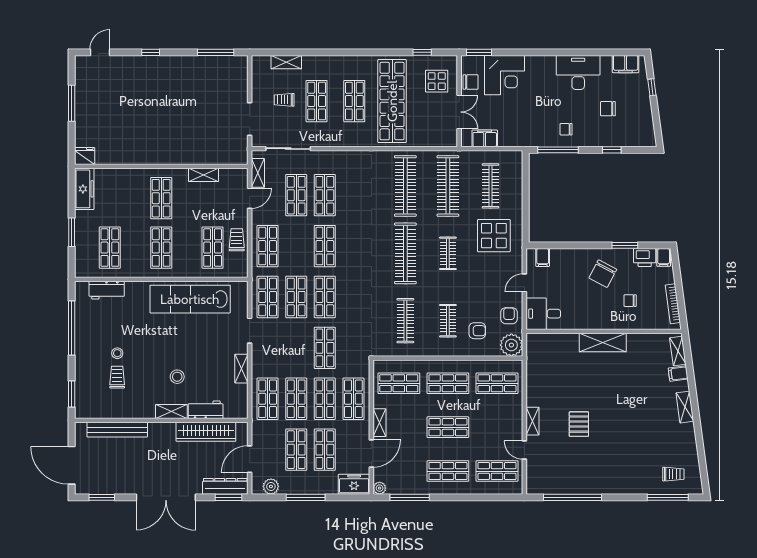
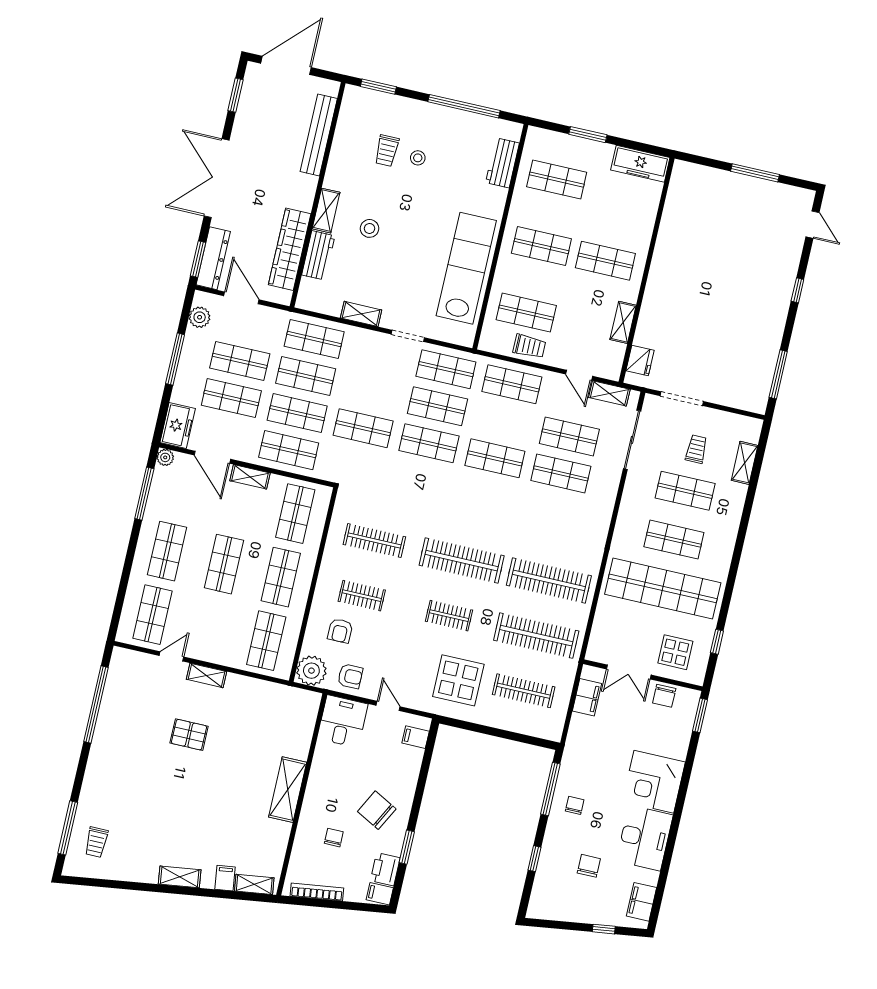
corner desk: (504, 75) -> (654, 782), moved
fridge: (85, 156) -> (640, 360), moved
trolley: (117, 377) -> (387, 151), turned 90

